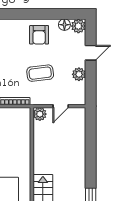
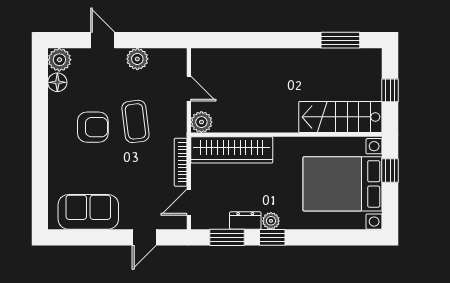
armchair: (39, 35) -> (93, 127), moved
wardrobe: (22, 133) -> (232, 150), added

